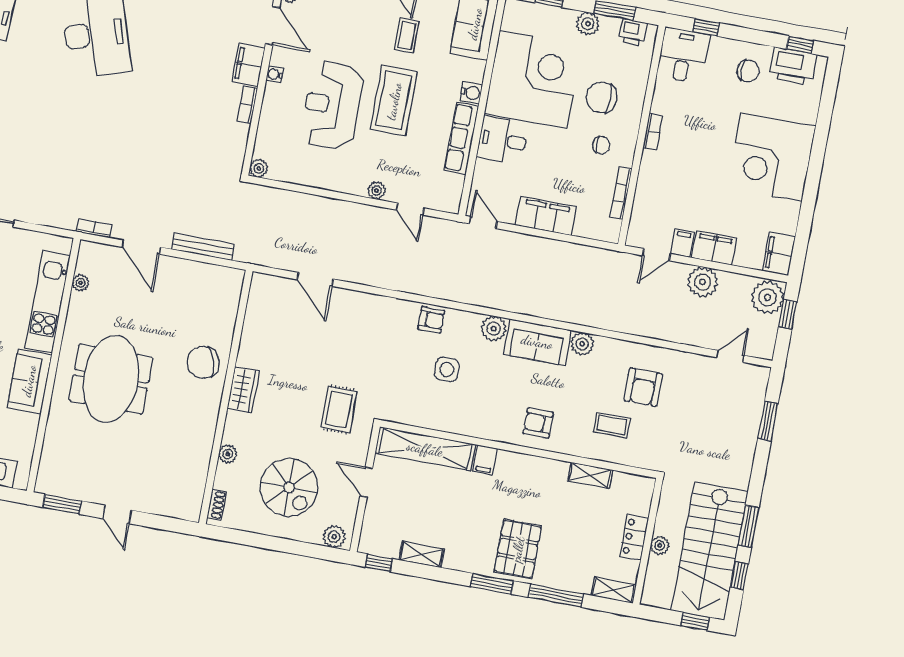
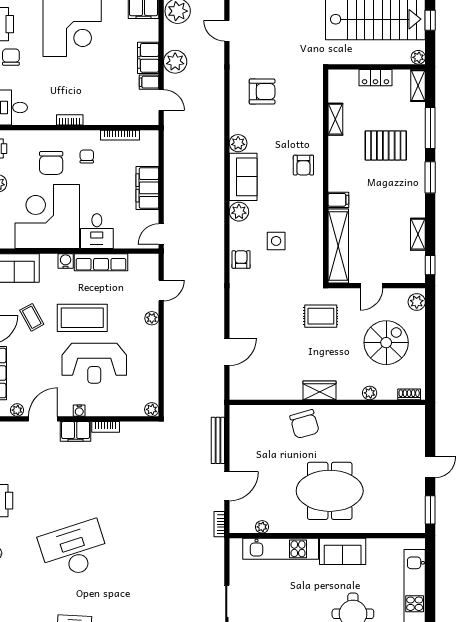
coffee table: (407, 36) -> (32, 317), turned 61
coffee table: (612, 425) -> (295, 110), removed
plant: (660, 545) -> (418, 57), moved
pallet: (518, 549) -> (386, 145), moved

